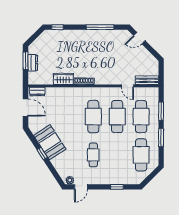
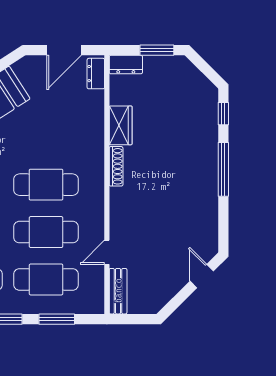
window: (100, 27) -> (223, 169), moved
dresser: (33, 63) -> (126, 65), moved

